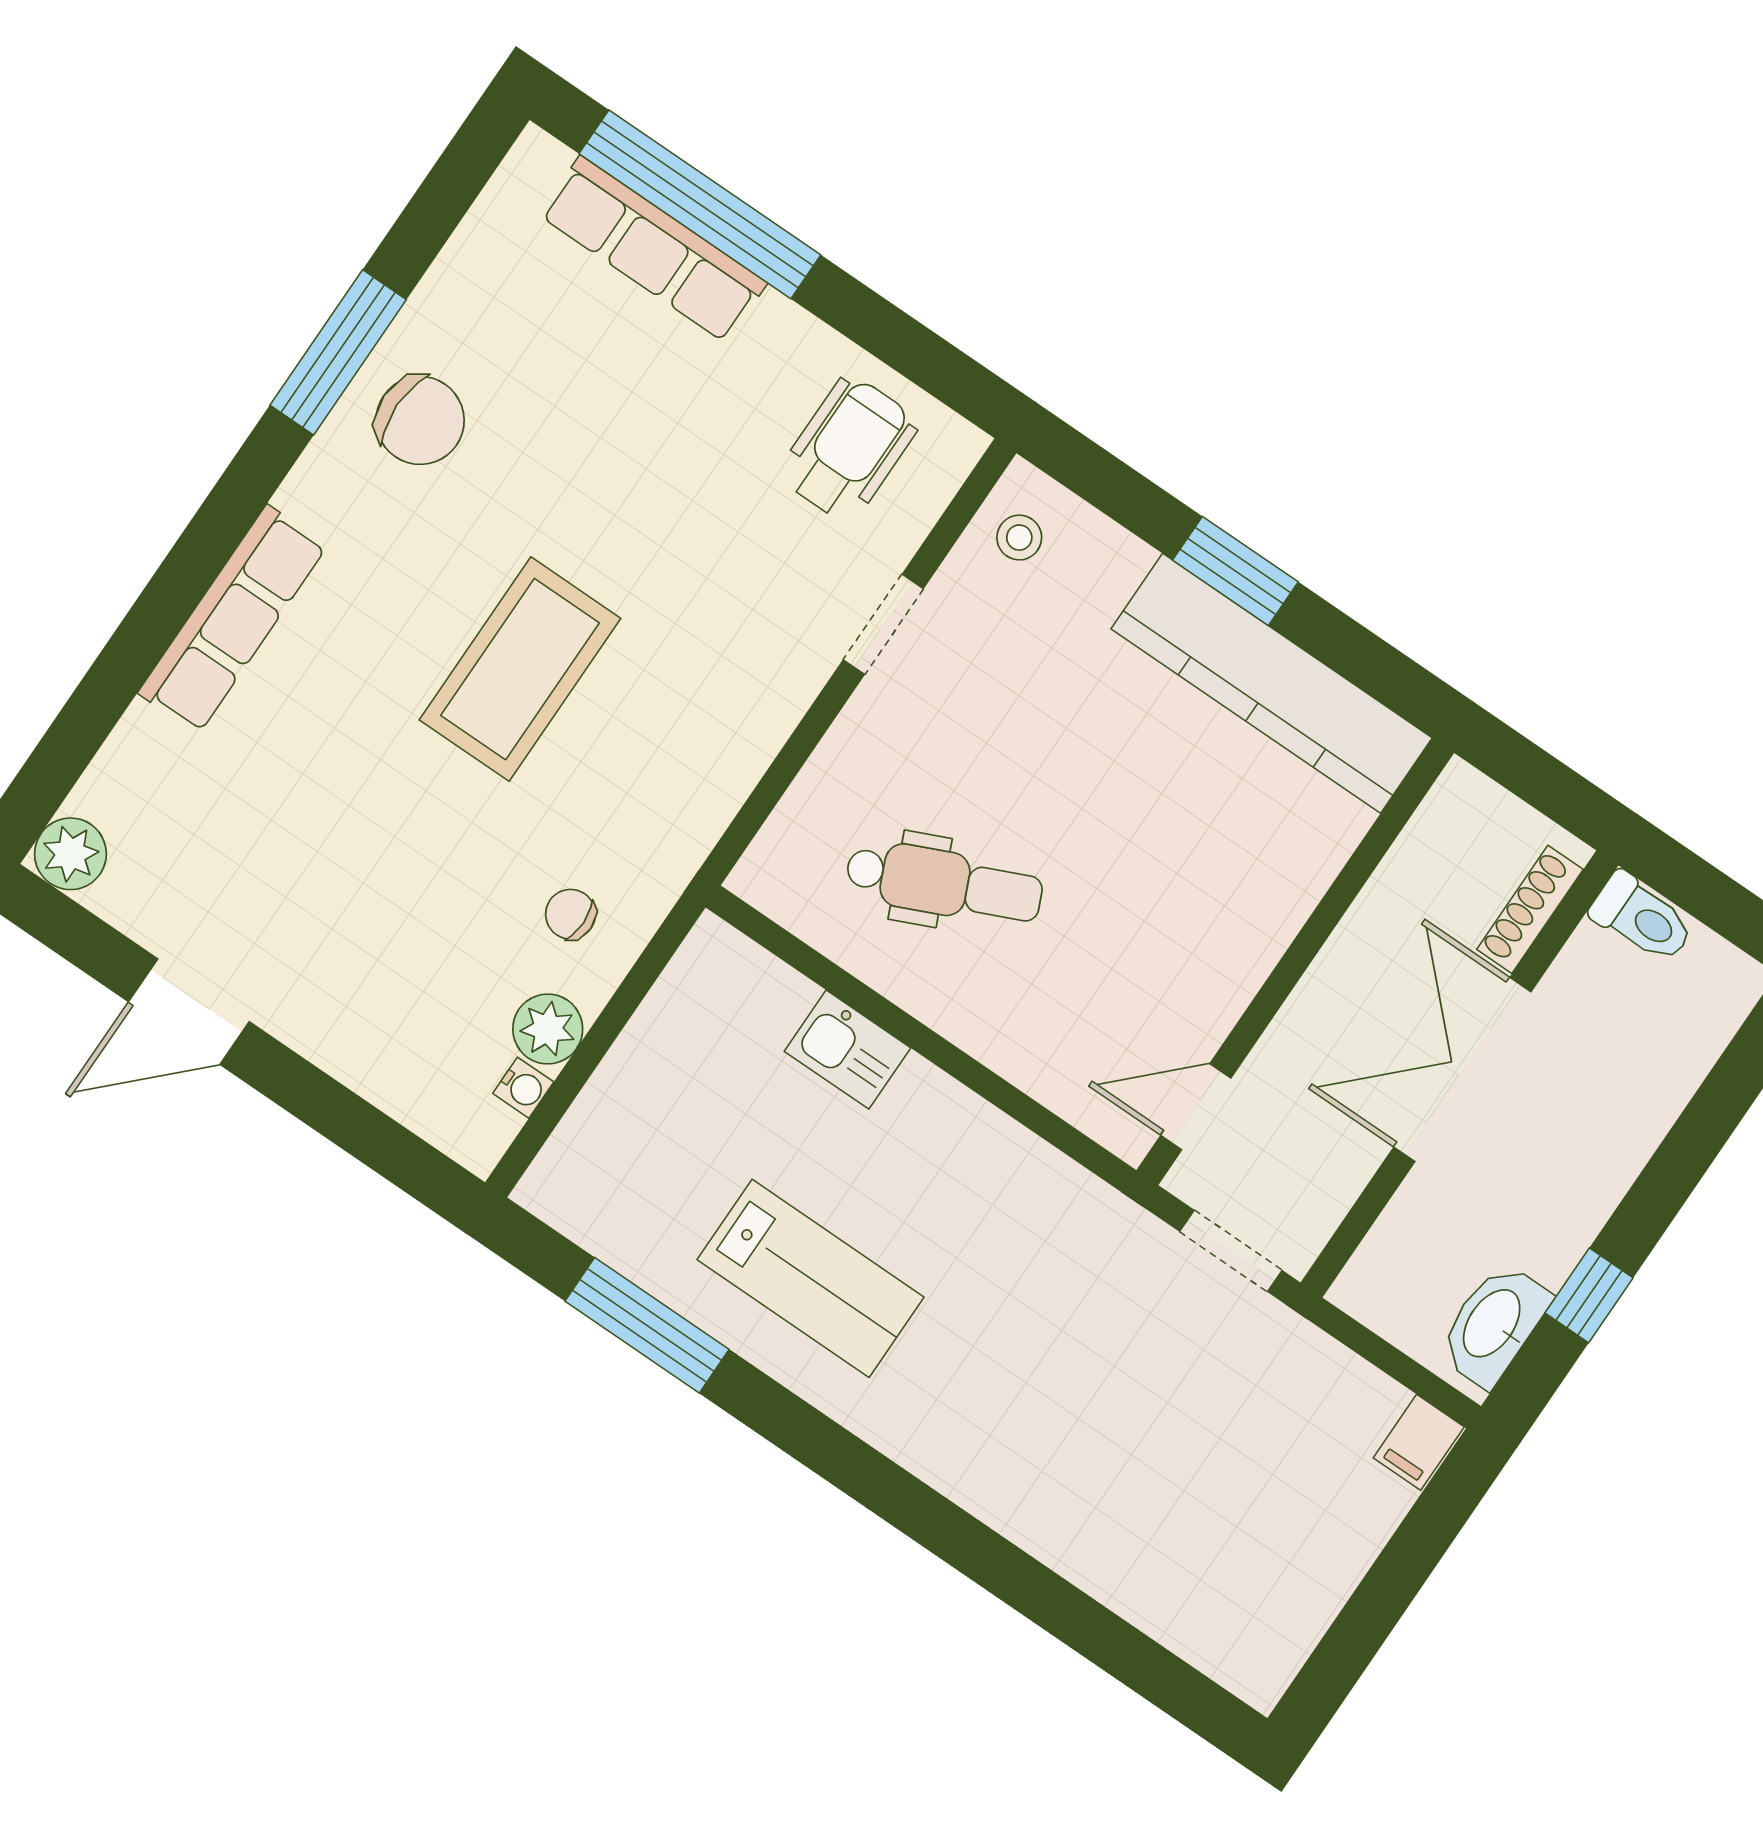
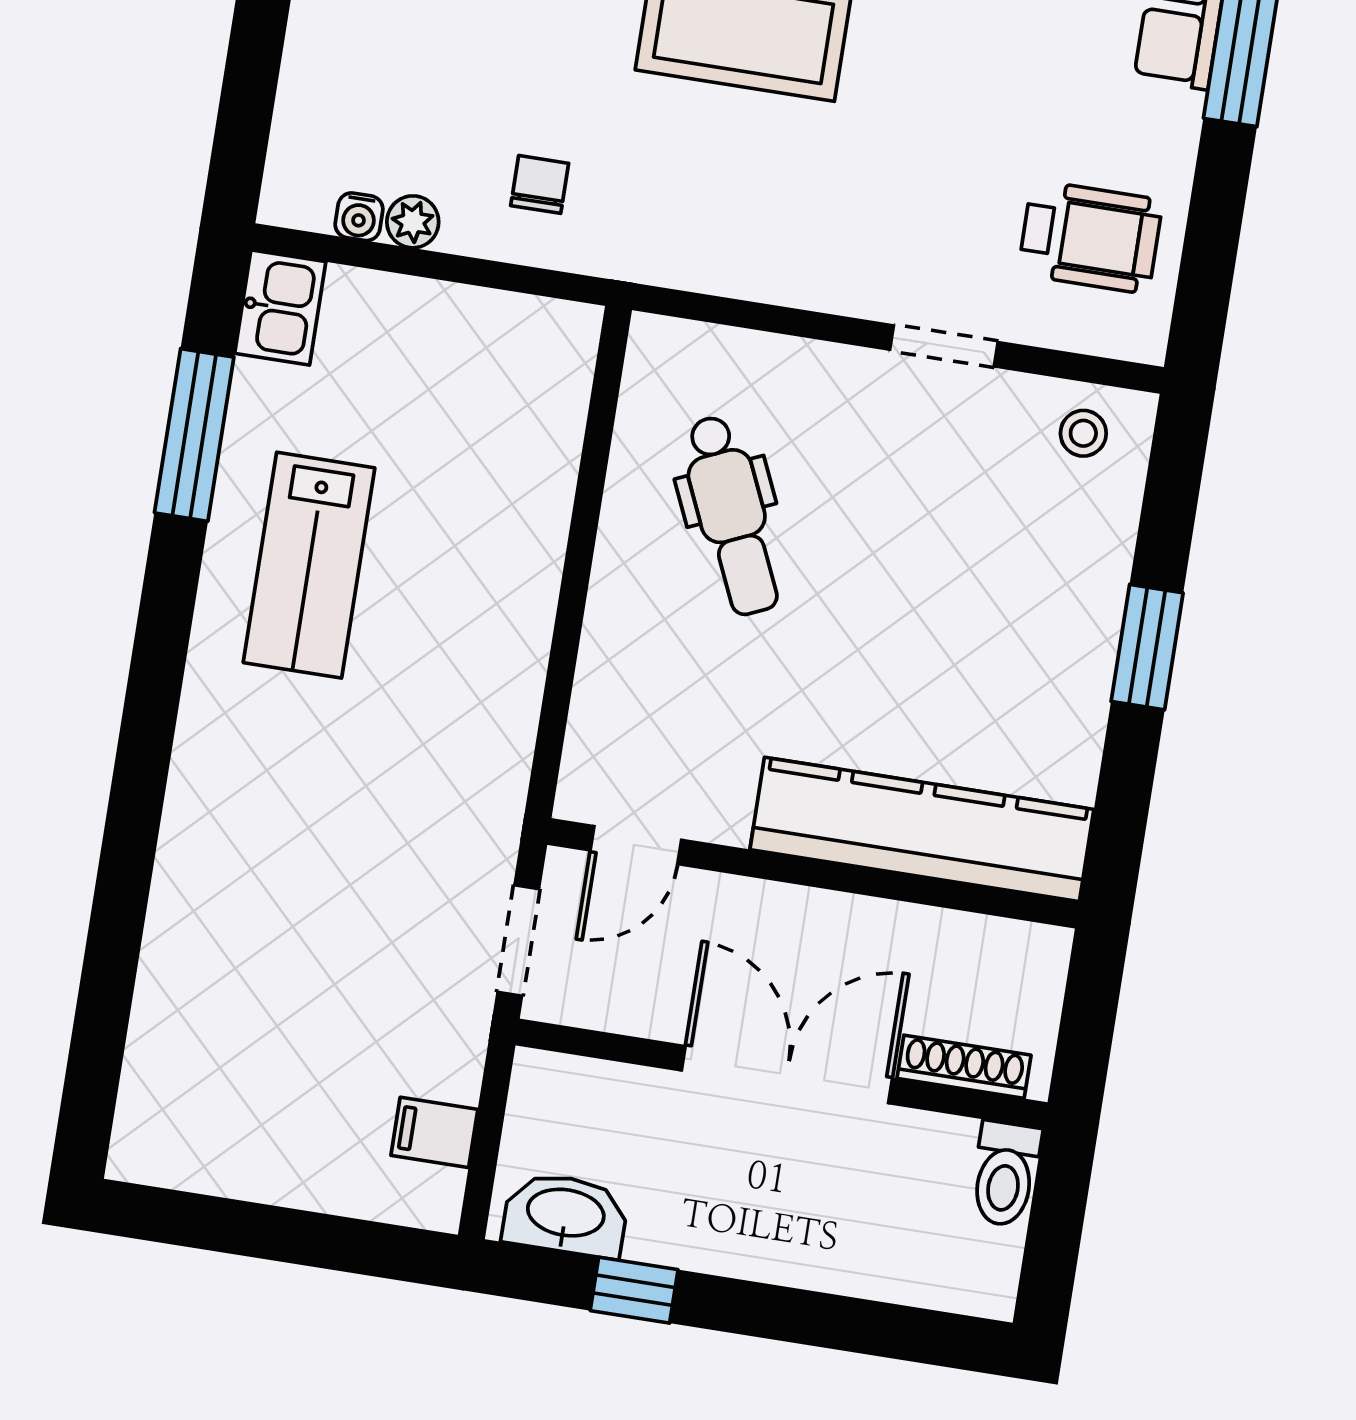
kitchen counter: (1272, 683) -> (922, 829), moved, turned 90
plant: (548, 1029) -> (413, 222), width x0.73, depth x0.73
kitchen sink: (847, 1050) -> (280, 308), moved, turned 180
door: (1196, 1107) -> (636, 845), swing flipped
filing cabinet: (1419, 1442) -> (434, 1132), moved

